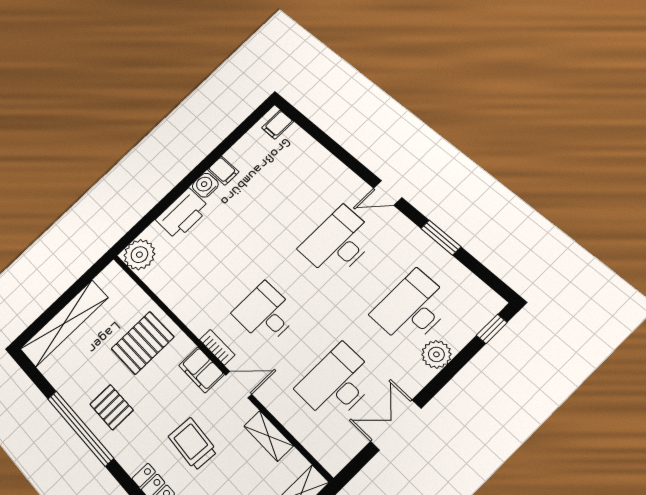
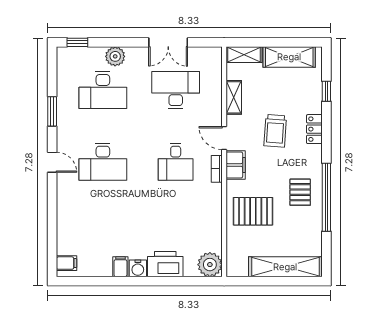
desk: (337, 383) -> (176, 90), turned 180

